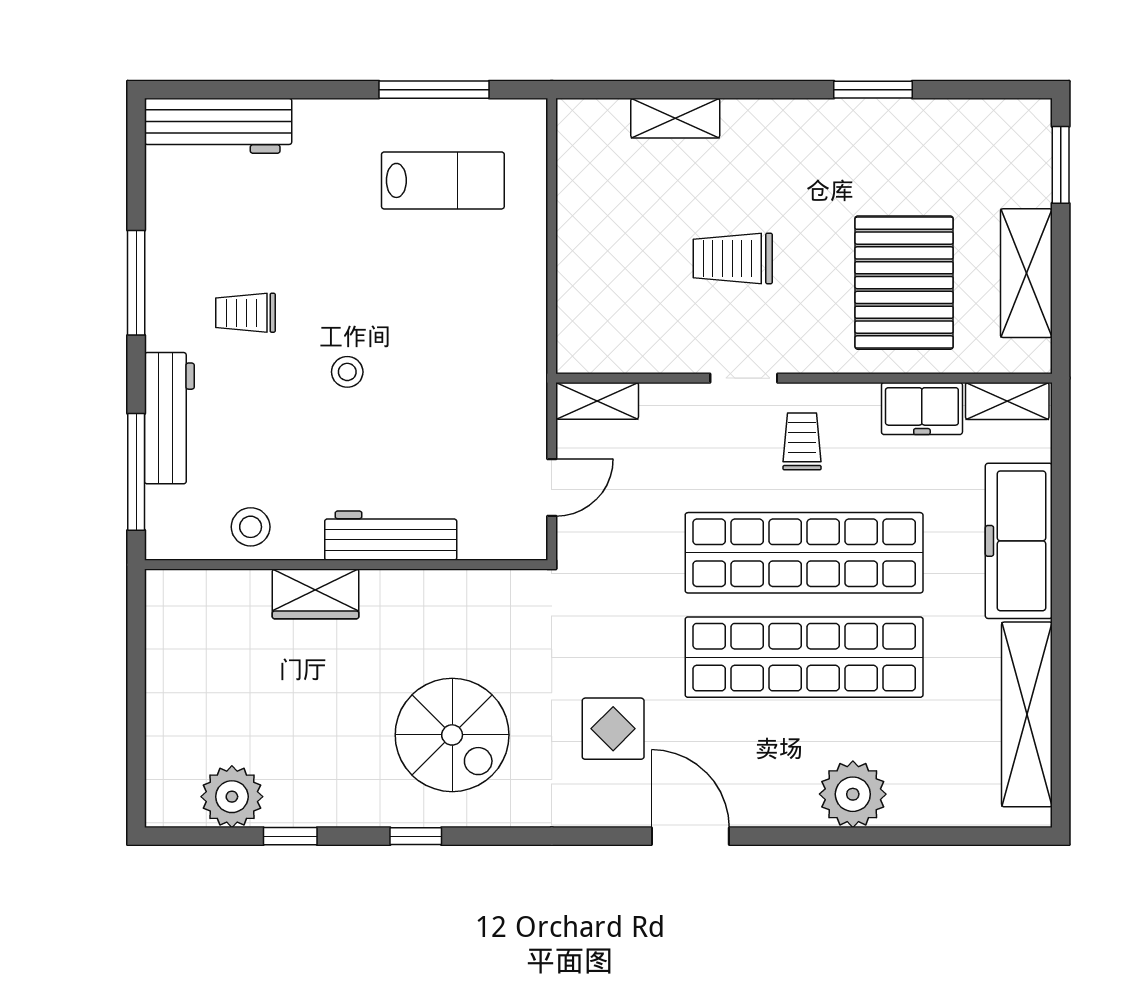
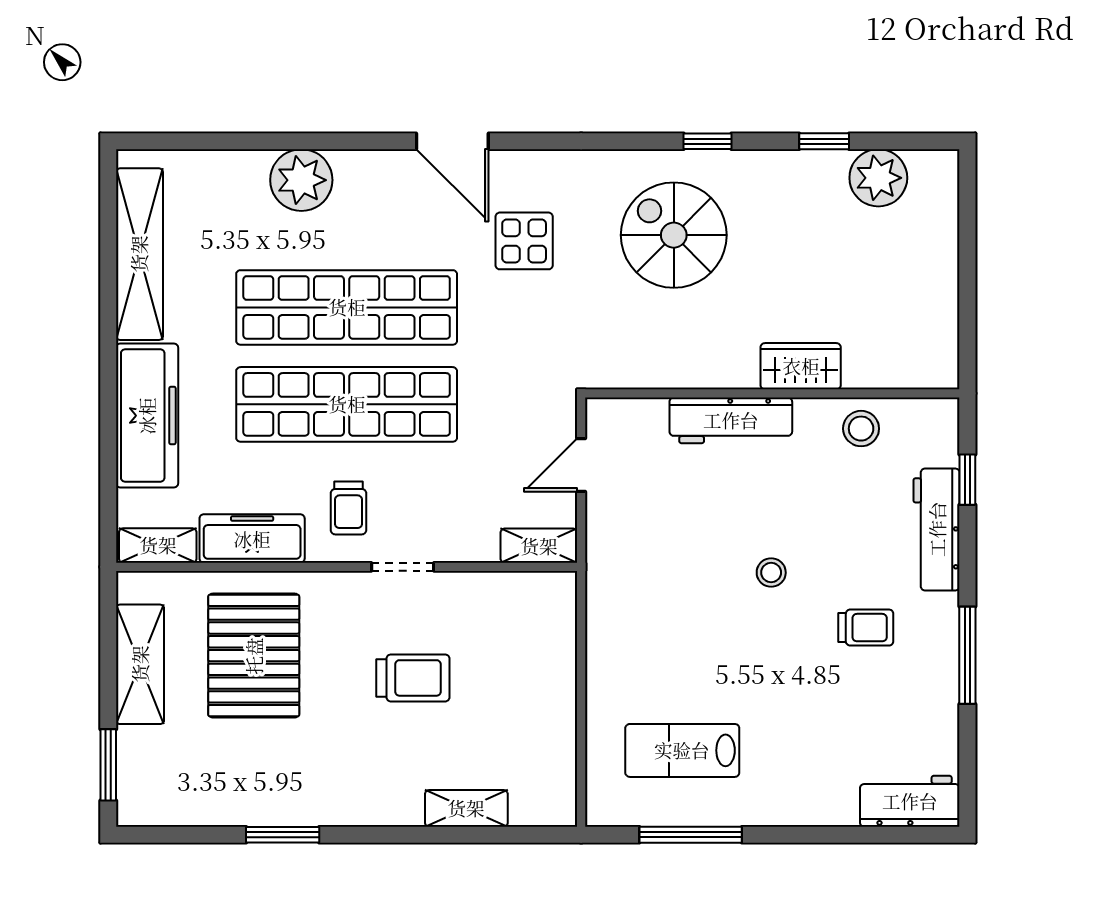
workbench: (218, 126) -> (910, 801), width x0.73
freezer: (922, 409) -> (252, 539), width x1.40
window: (136, 472) -> (967, 480), width x0.46

